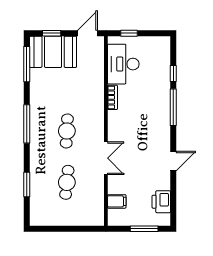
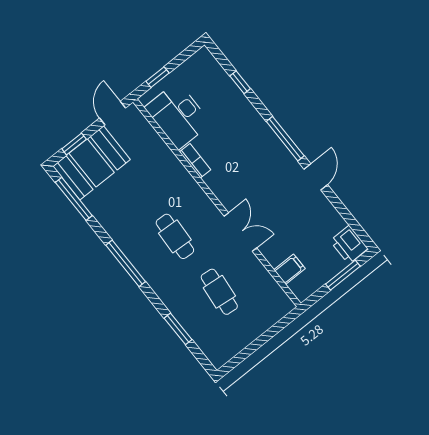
window: (173, 107) -> (285, 139), moved
printer: (161, 202) -> (349, 245), moved

